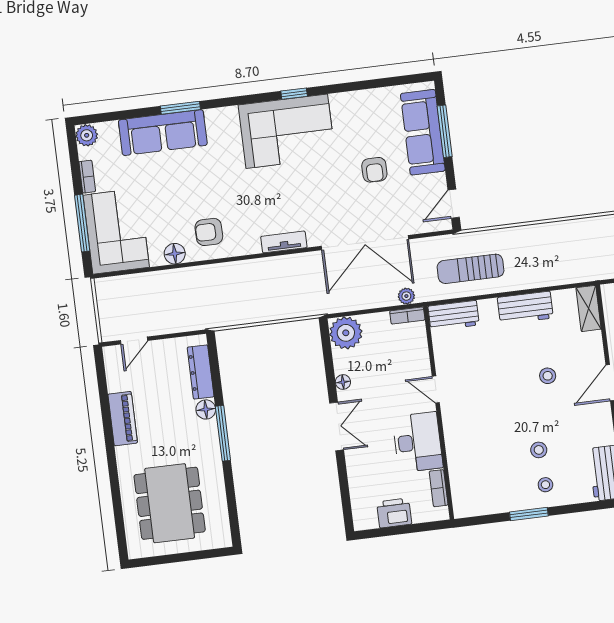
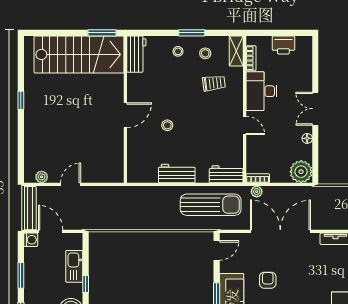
sun lounger: (470, 269) -> (211, 205), width x1.36, depth x1.34
shelving: (589, 308) -> (236, 51), moved
trolley: (488, 445) -> (214, 83), added
stool: (539, 450) -> (205, 53), moved

